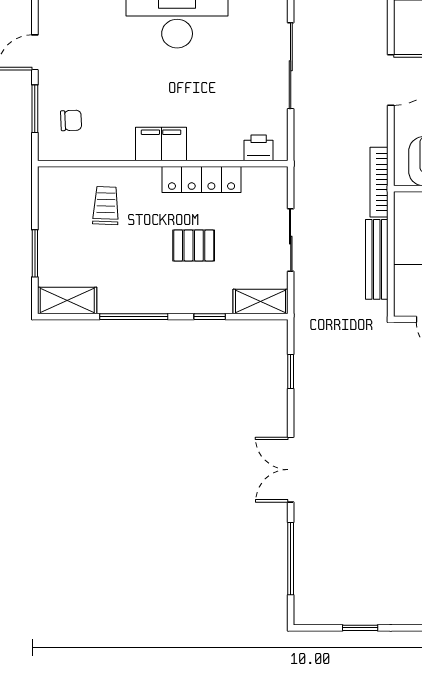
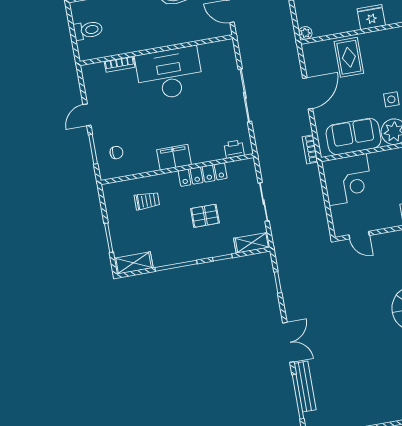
bookcase: (379, 182) -> (310, 149), width x0.64
trolley: (106, 206) -> (147, 201), turned 88
bench: (377, 259) -> (305, 387), moved
double door: (291, 470) -> (288, 342), swing flipped

